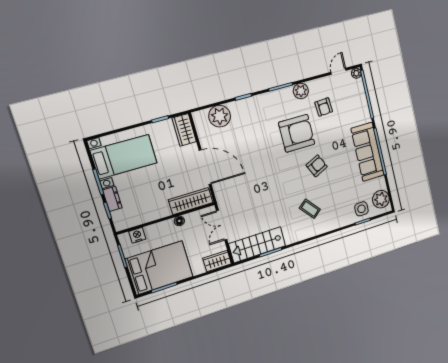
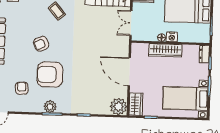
plant: (301, 91) -> (50, 107), moved
plant: (220, 116) -> (119, 107), moved
dresser: (112, 199) -> (204, 54), moved
wardrobe: (191, 201) -> (165, 50), moved
double door: (222, 225) -> (131, 23), swing flipped
nightstand: (137, 235) -> (172, 37), moved

